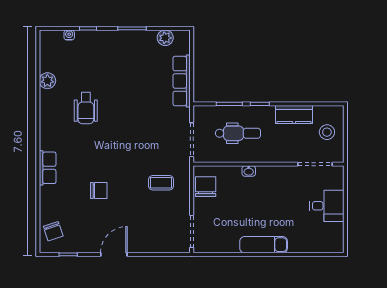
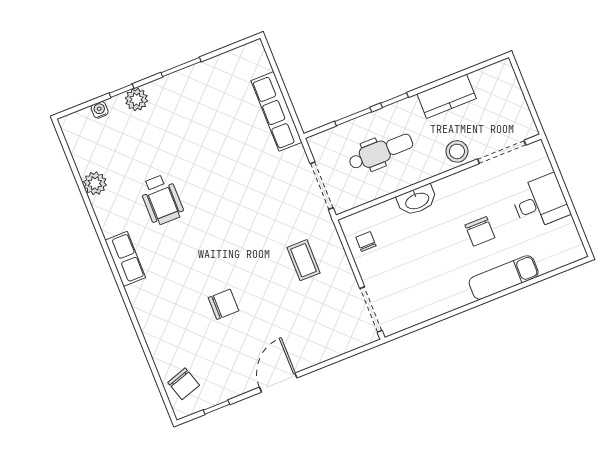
plant: (165, 38) -> (136, 100), moved
stool: (327, 132) -> (457, 151), moved
row of seats: (48, 168) -> (125, 259), moved
washbasin: (249, 171) -> (417, 200), width x1.91, depth x1.45
coffee table: (161, 183) -> (303, 260), turned 90
chair: (206, 187) -> (366, 241), width x0.54, depth x0.54
chair: (281, 209) -> (480, 231), added
exam couch: (264, 245) -> (504, 278), moved

